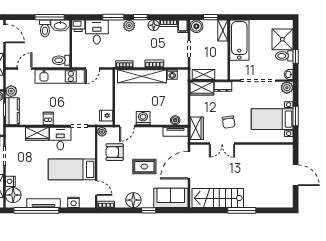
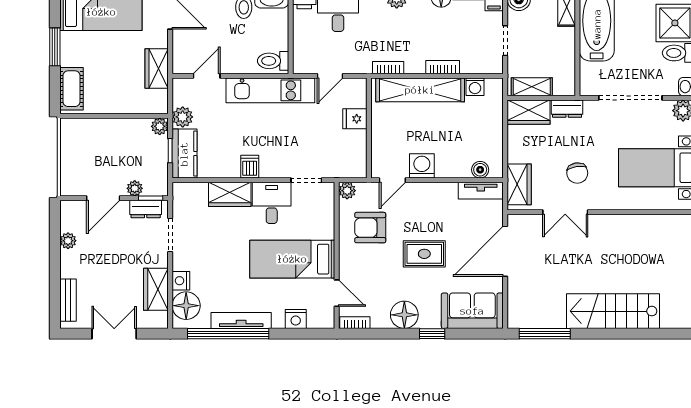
fridge: (106, 116) -> (355, 119), moved
stairs: (218, 198) -> (613, 311), moved
window: (242, 210) -> (545, 334), moved

